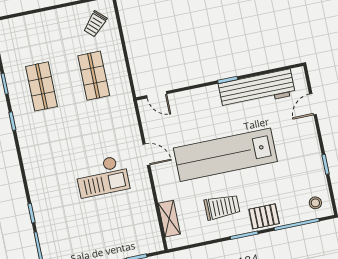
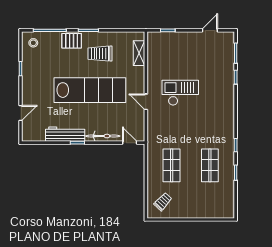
workbench: (257, 89) -> (65, 134), width x0.73, depth x0.76
bicycle: (195, 96) -> (103, 136), added

